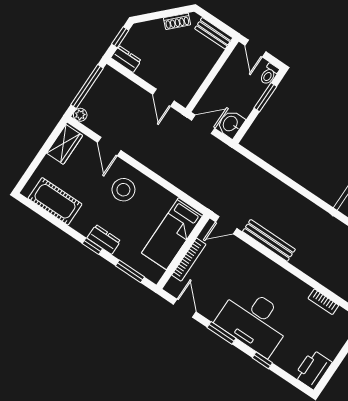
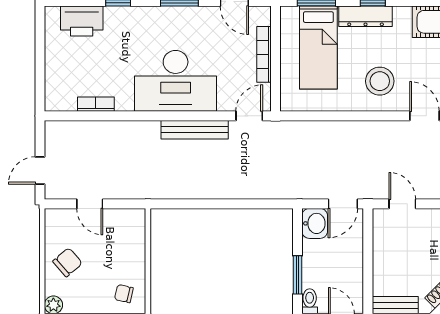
bed: (173, 234) -> (318, 48), moved, turned 180
dresser: (104, 239) -> (366, 16), width x1.44
desk: (254, 321) -> (176, 81), moved, turned 180
printer: (313, 370) -> (82, 21), moved, turned 90

